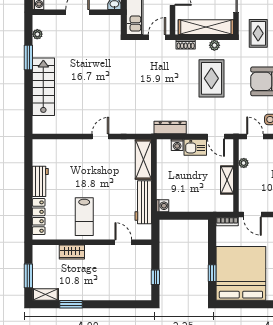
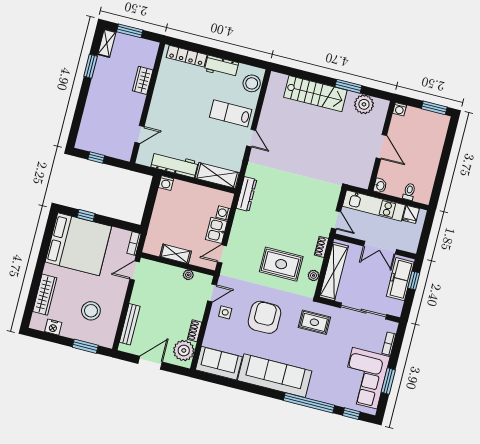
plant: (37, 34) -> (364, 104), width x1.88, depth x1.88
dresser: (170, 128) -> (247, 194), moved
stool: (49, 149) -> (252, 83), added
lab bench: (84, 217) -> (231, 113), moved

